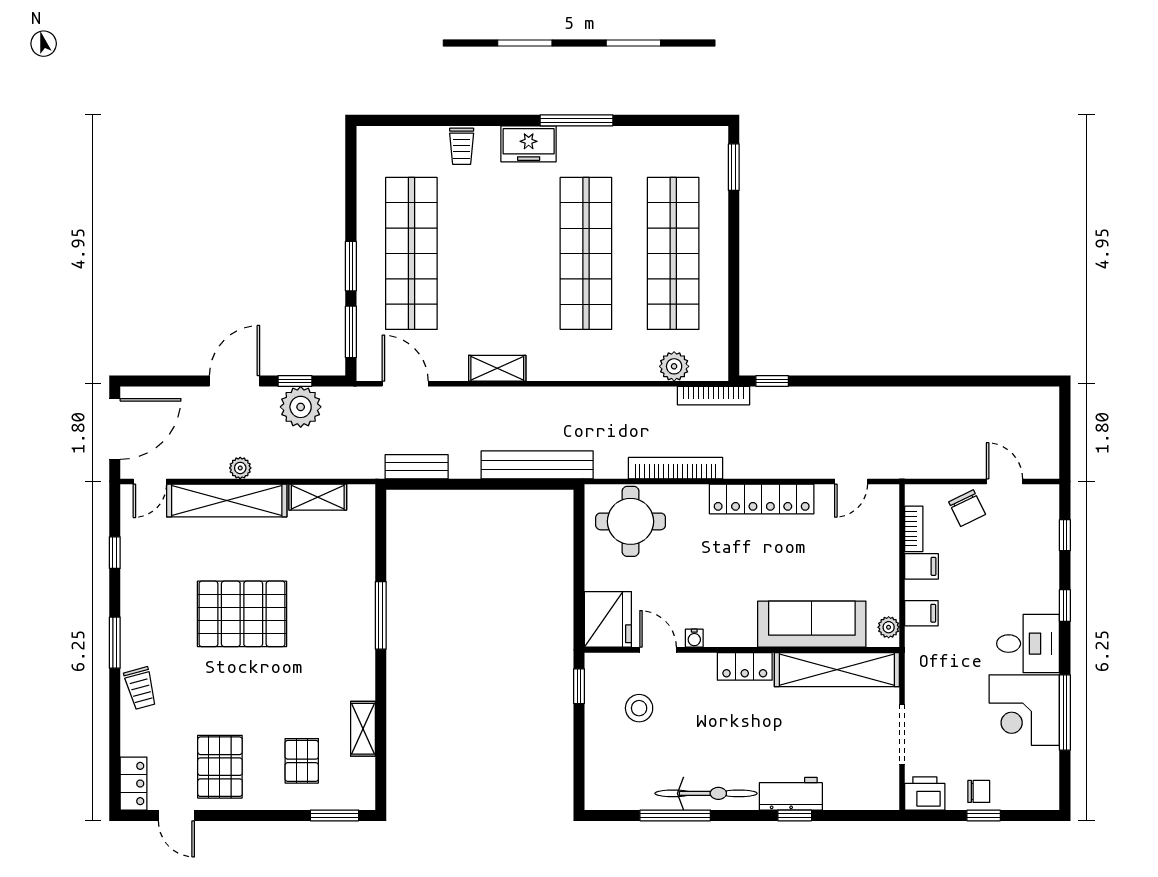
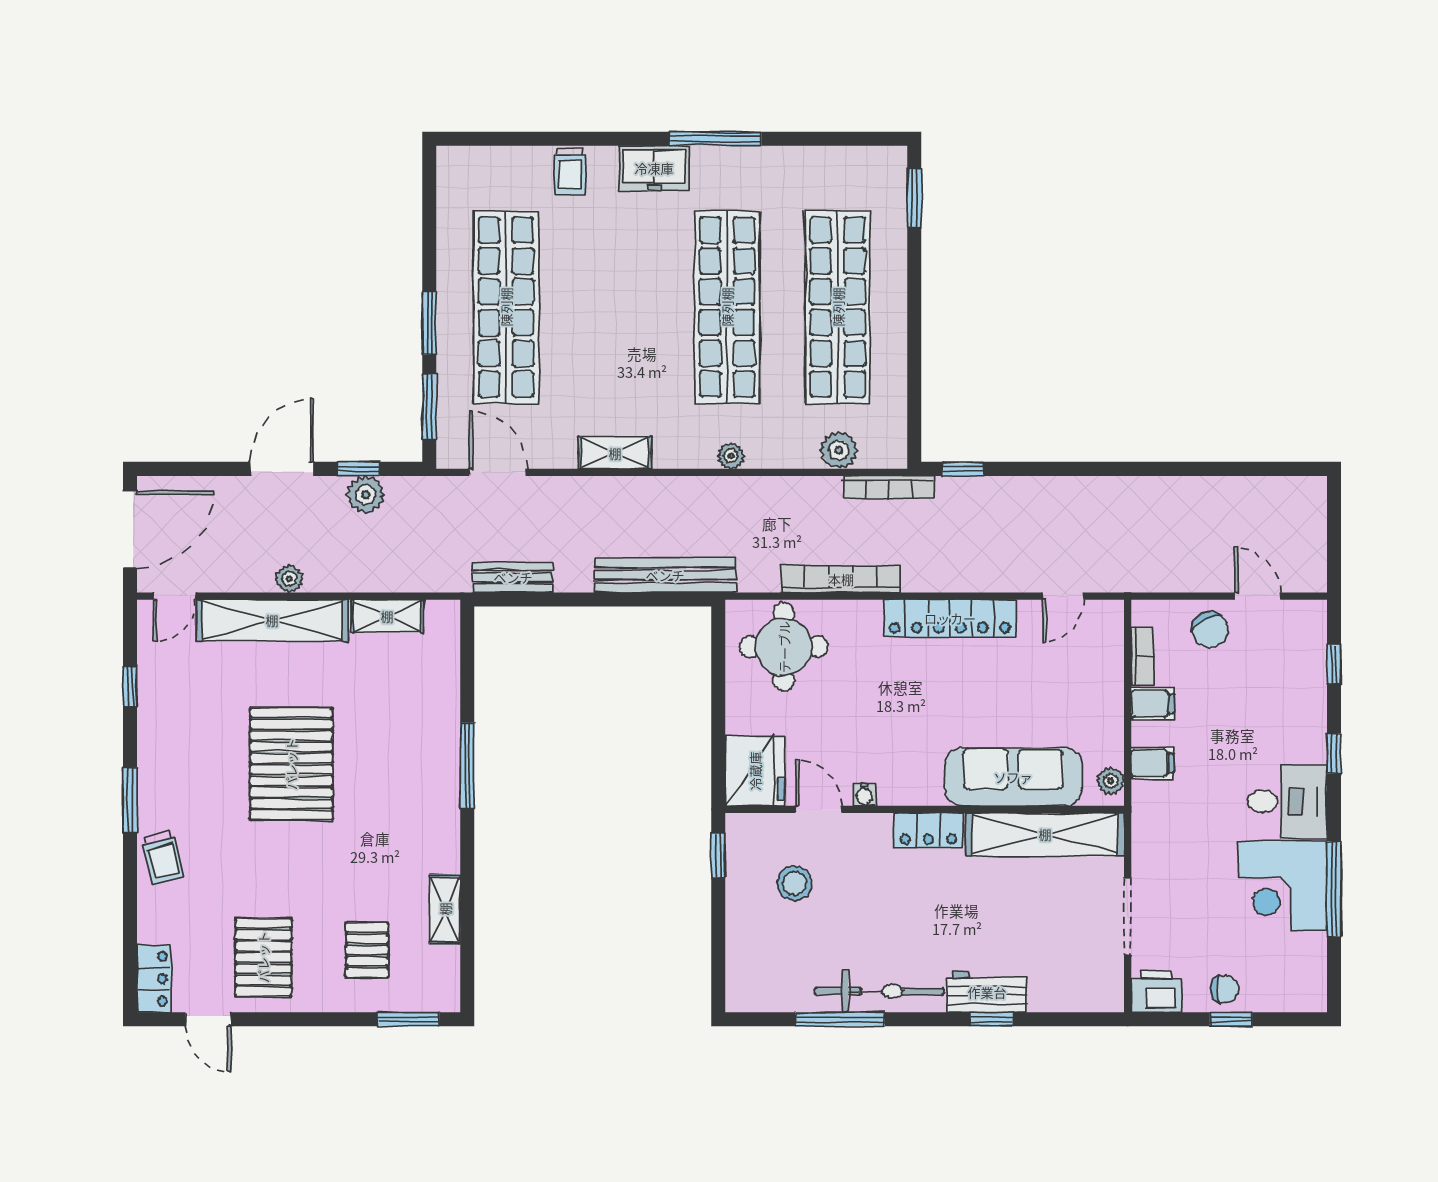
plant: (589, 371) -> (731, 456), added
plant: (301, 407) -> (366, 495), width x0.73, depth x0.73
pallet: (242, 614) -> (291, 764), turned 90

